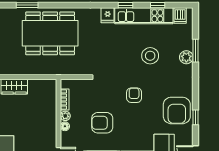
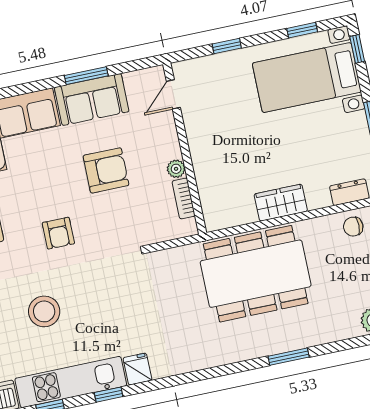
dining table: (50, 33) -> (256, 274), moved
floor lamp: (65, 126) -> (173, 150), removed

